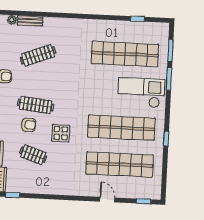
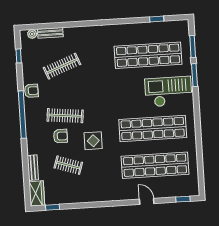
window: (166, 138) -> (198, 134), removed

